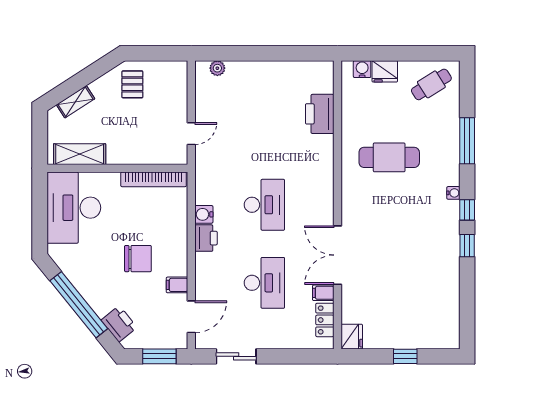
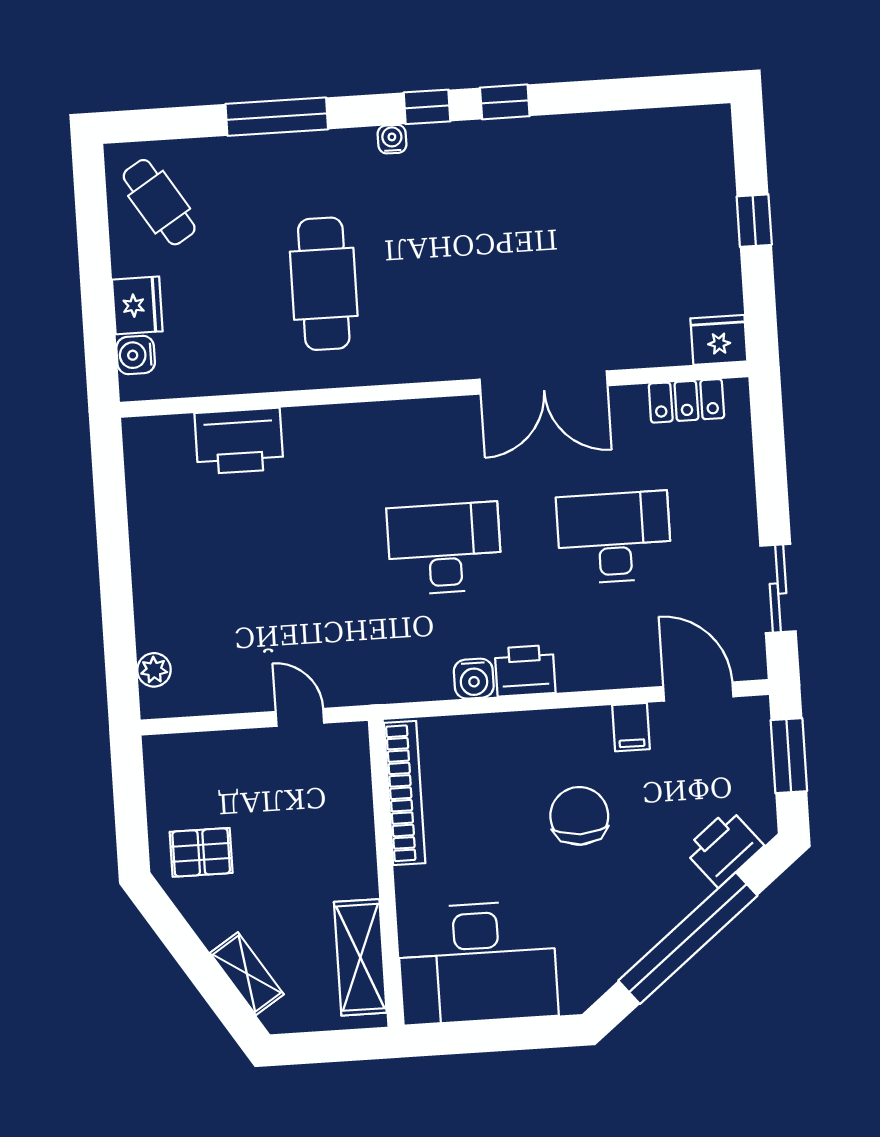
filing cabinet: (323, 293) -> (628, 408), removed

